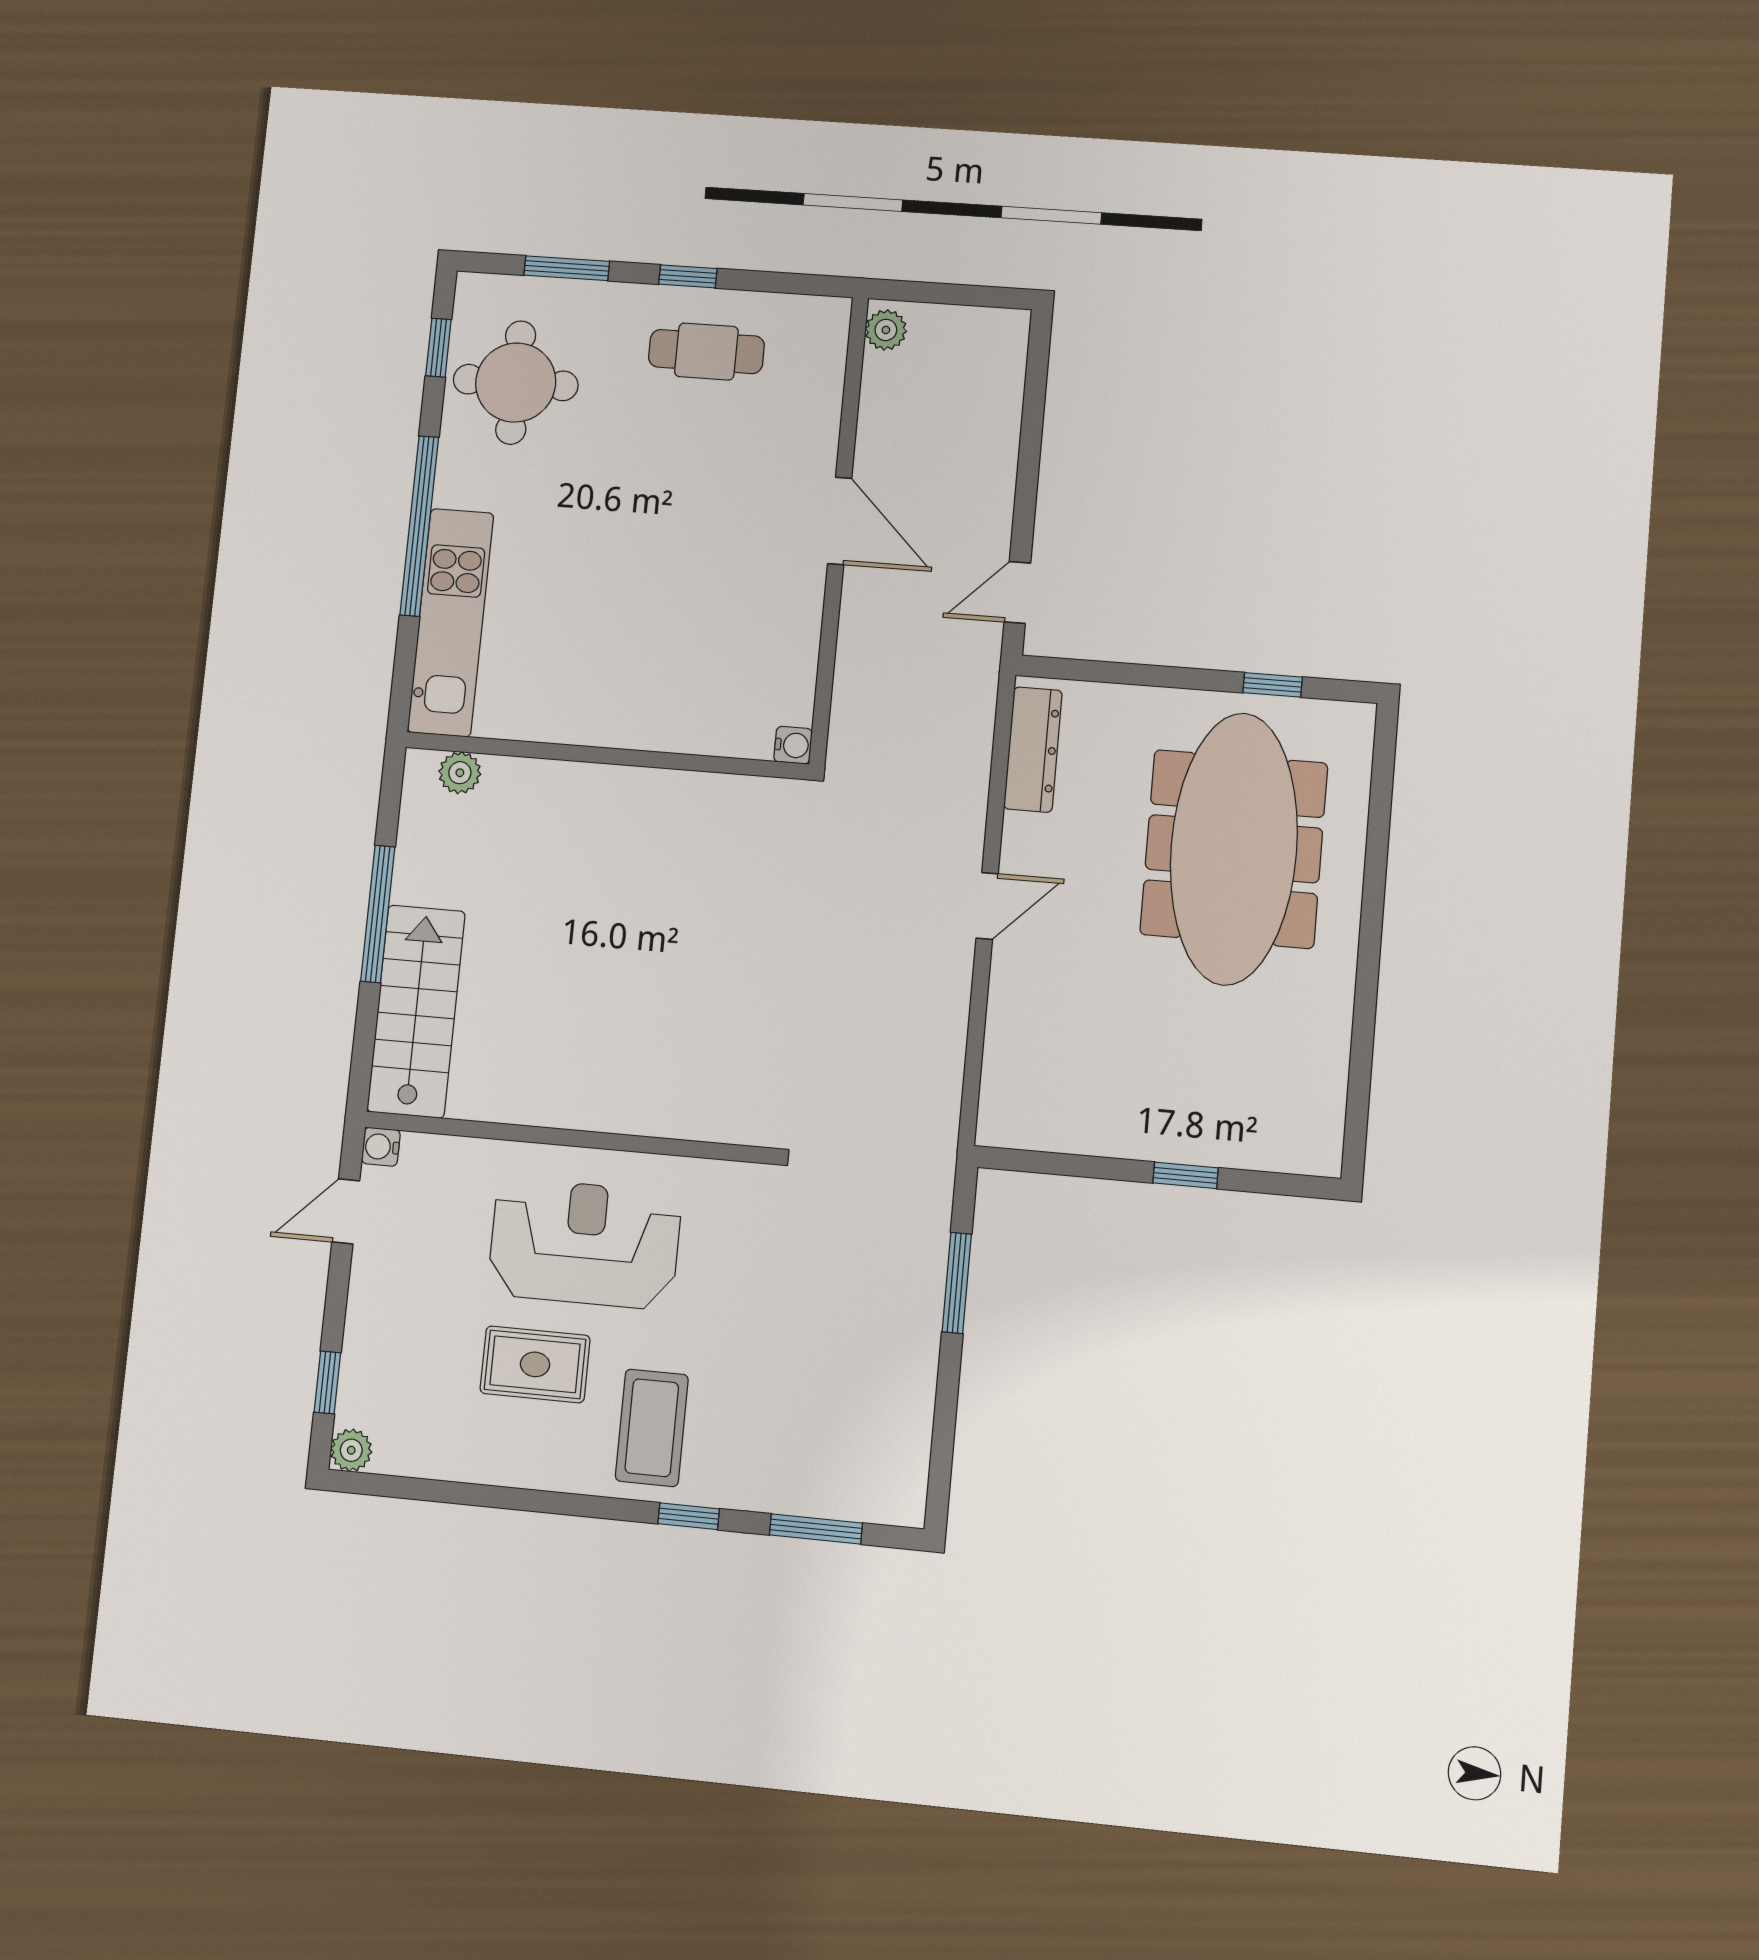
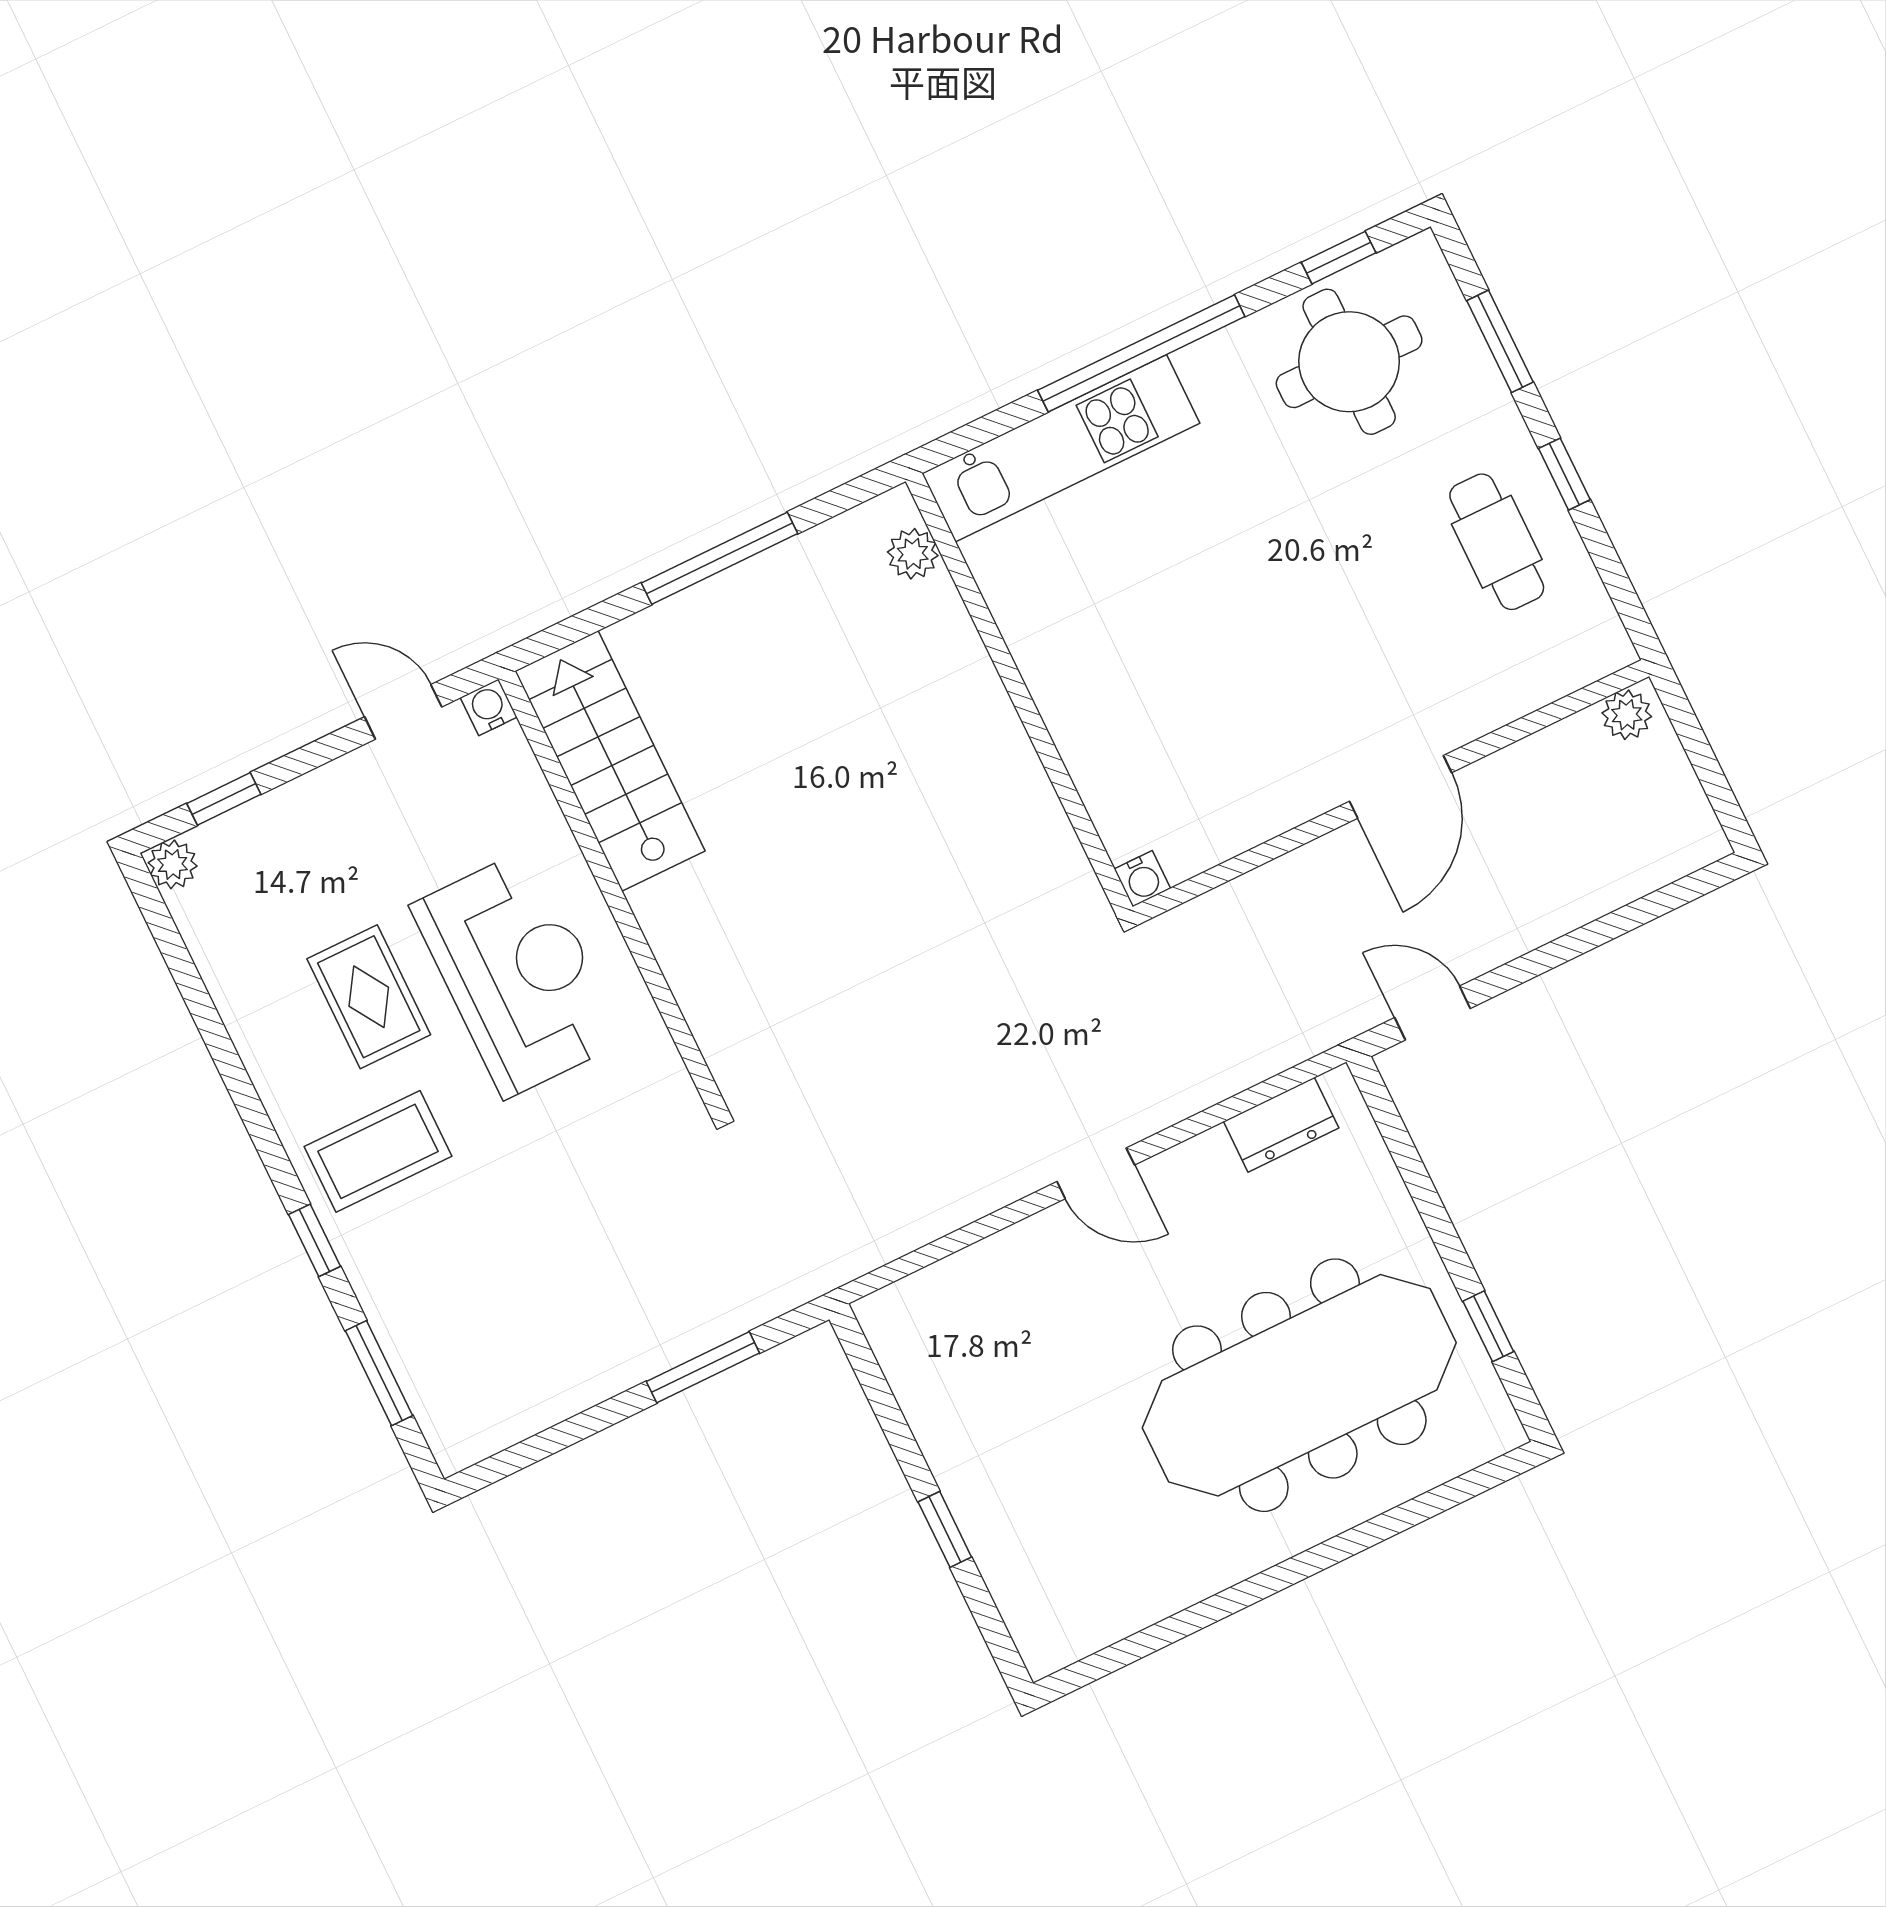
dresser: (1033, 750) -> (1281, 1125), width x0.70
stairs: (416, 1011) -> (610, 761), moved, turned -90

